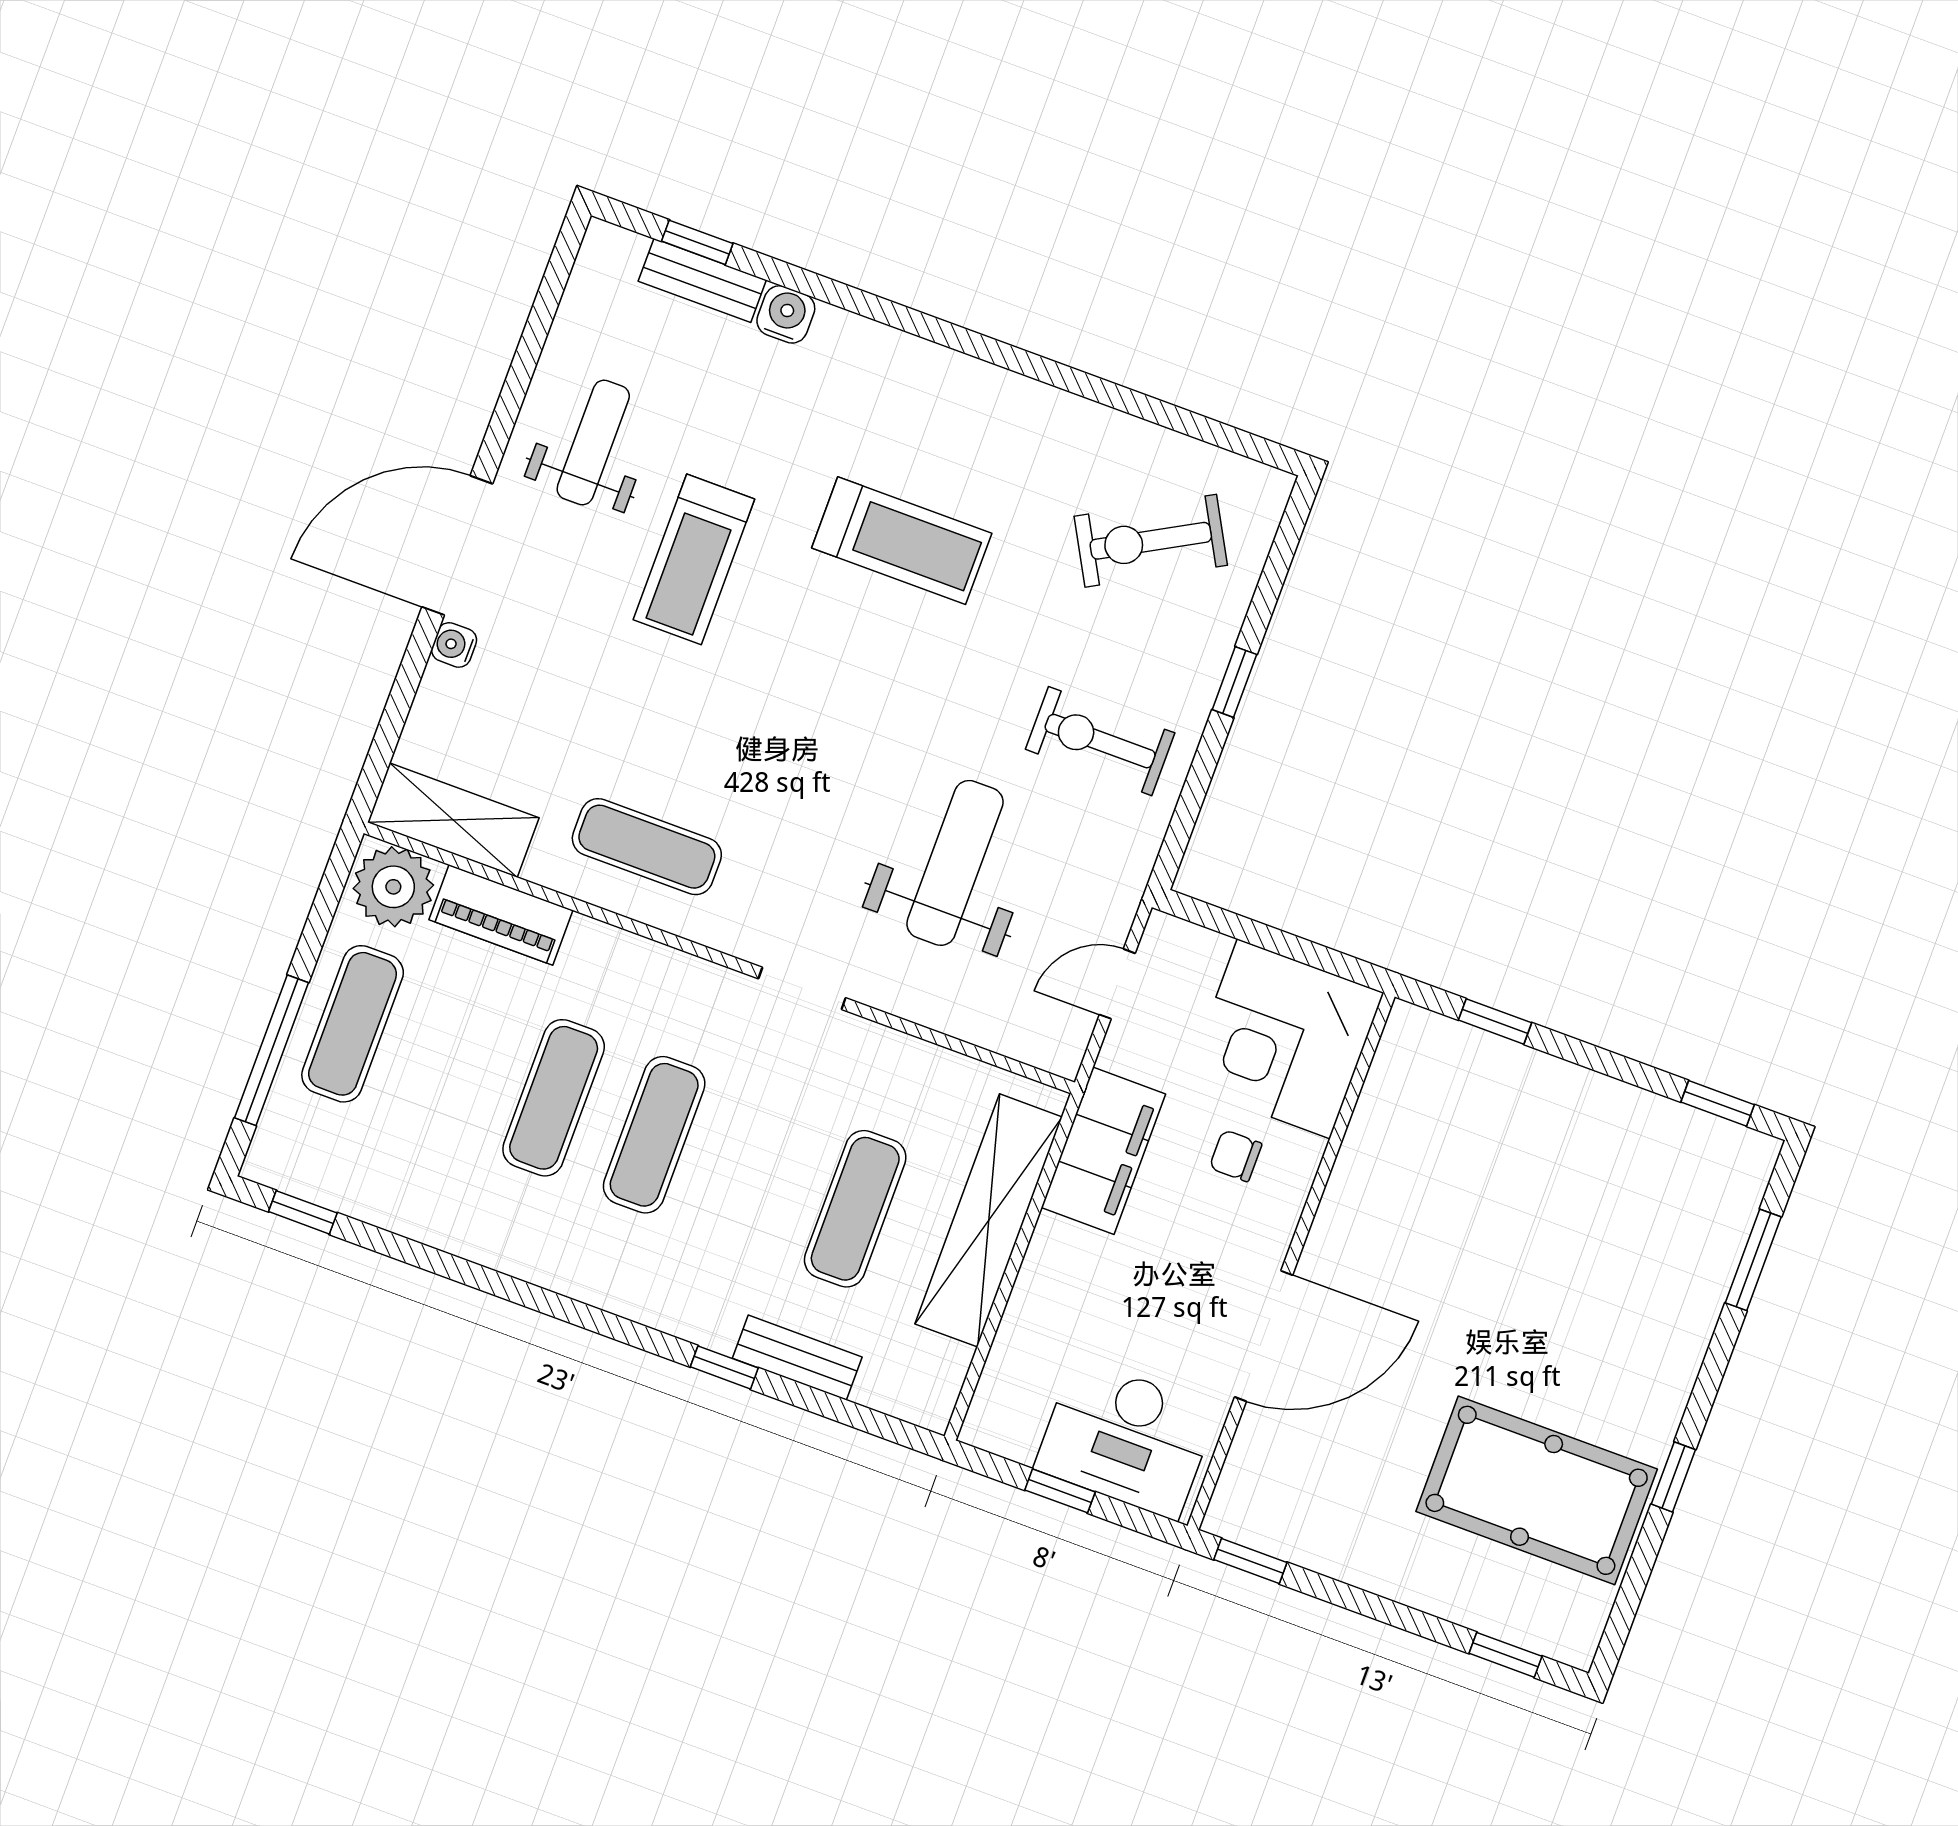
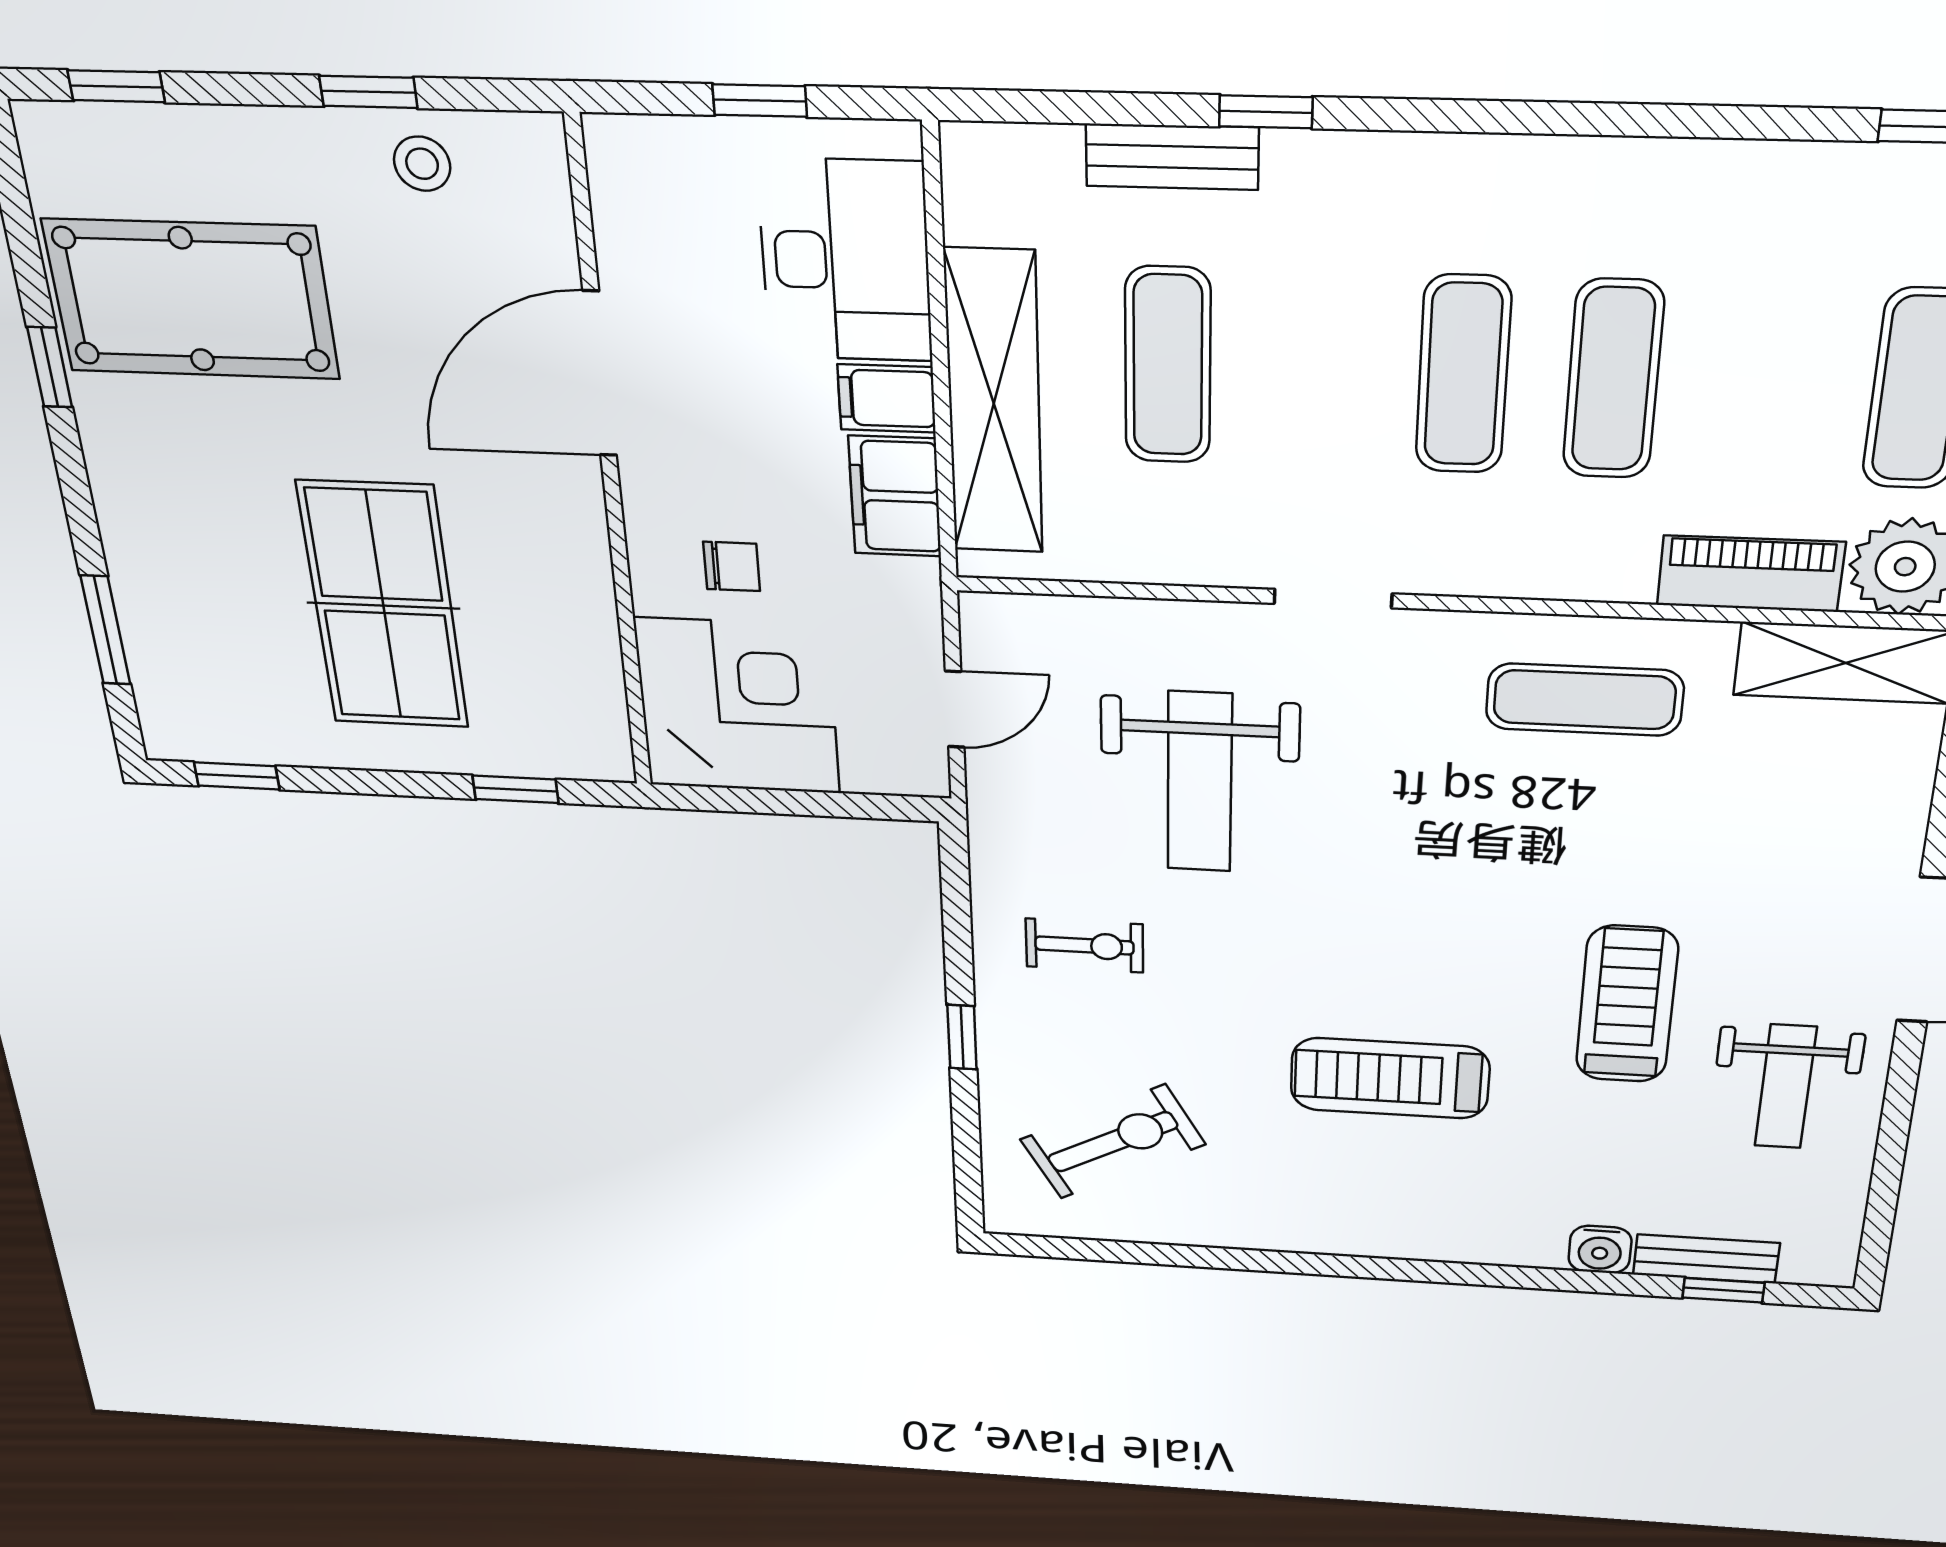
water cooler: (454, 645) -> (1899, 849), removed
exercise bike: (1100, 741) -> (1084, 945), width x0.73, depth x0.72
filing cabinet: (1103, 1151) -> (895, 496), width x0.67, depth x0.86
table tennis table: (1520, 1209) -> (383, 606), added
filing cabinet: (1064, 1249) -> (887, 398), added
desk: (1126, 1438) -> (845, 261), moved, turned 90
stool: (1316, 1528) -> (422, 164), added
window: (1250, 1561) -> (368, 92), moved

